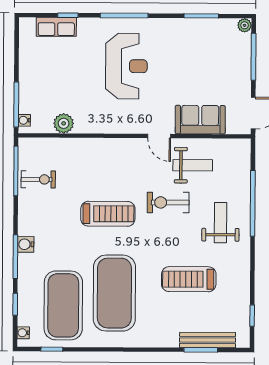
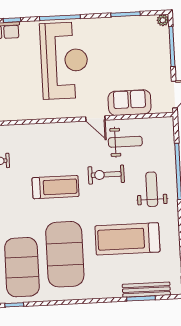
reception desk: (126, 66) -> (64, 61), width x1.36, depth x1.30
plant: (64, 123) -> (14, 112), removed
treadmill: (189, 279) -> (127, 239), width x1.37, depth x1.38

